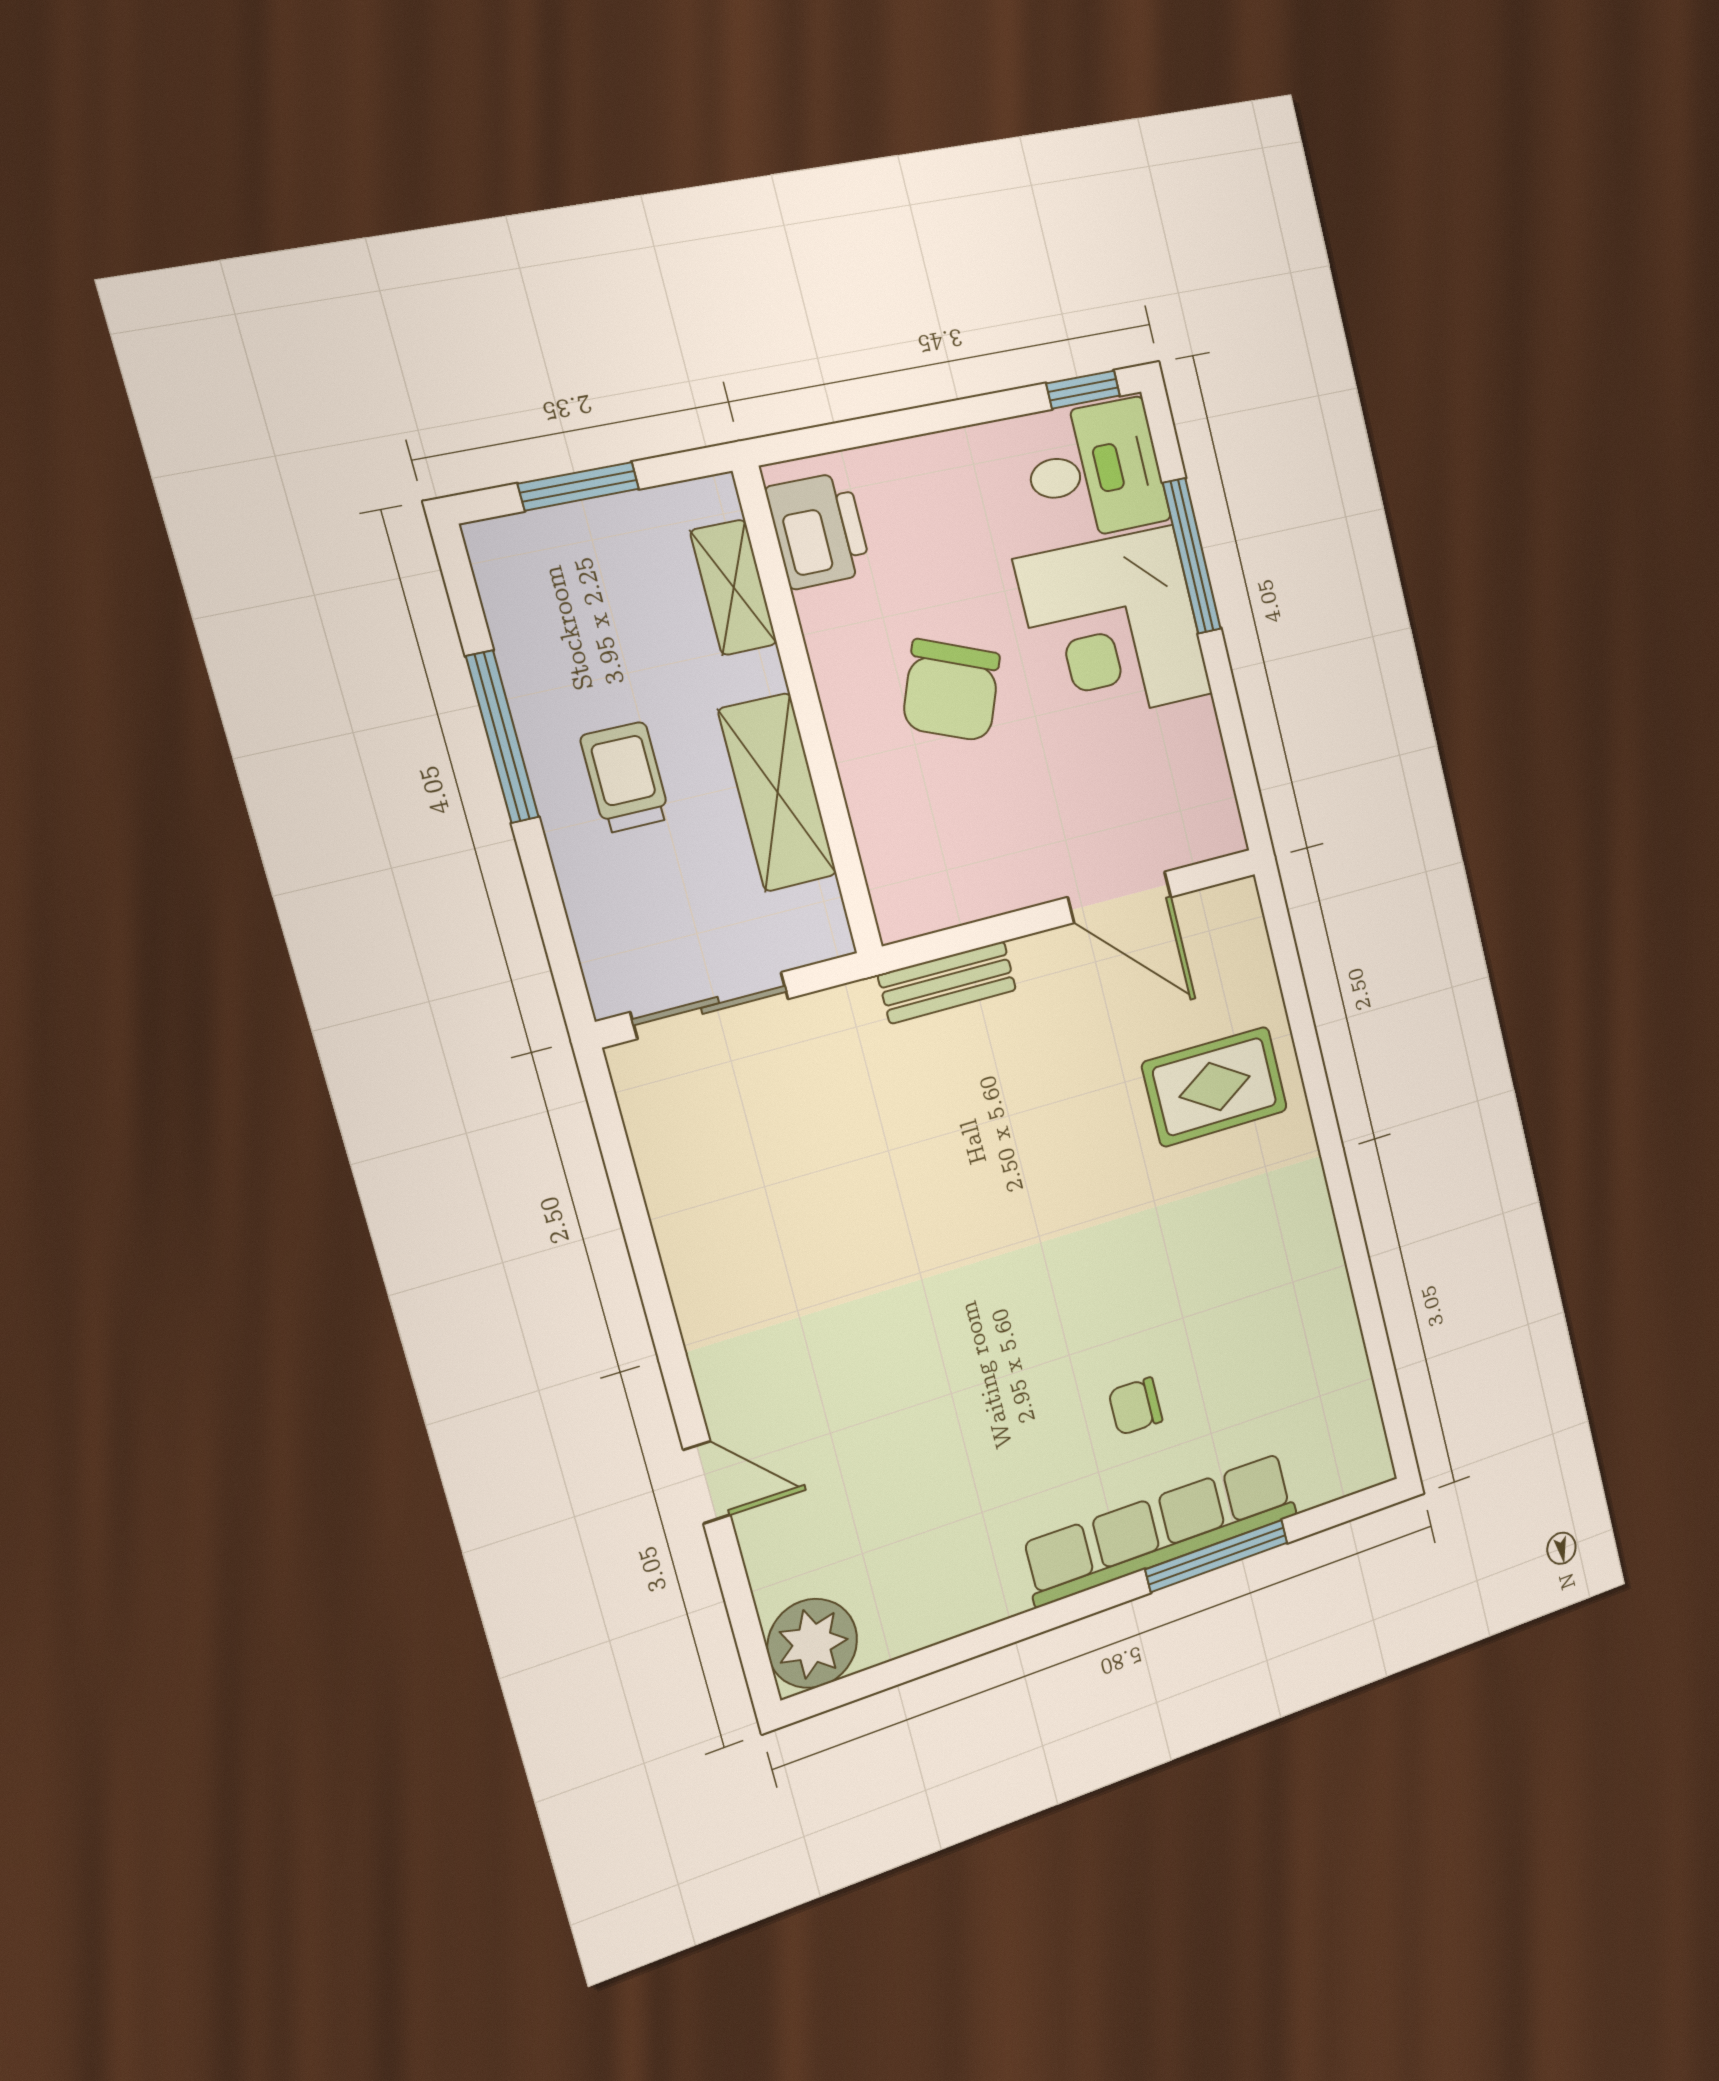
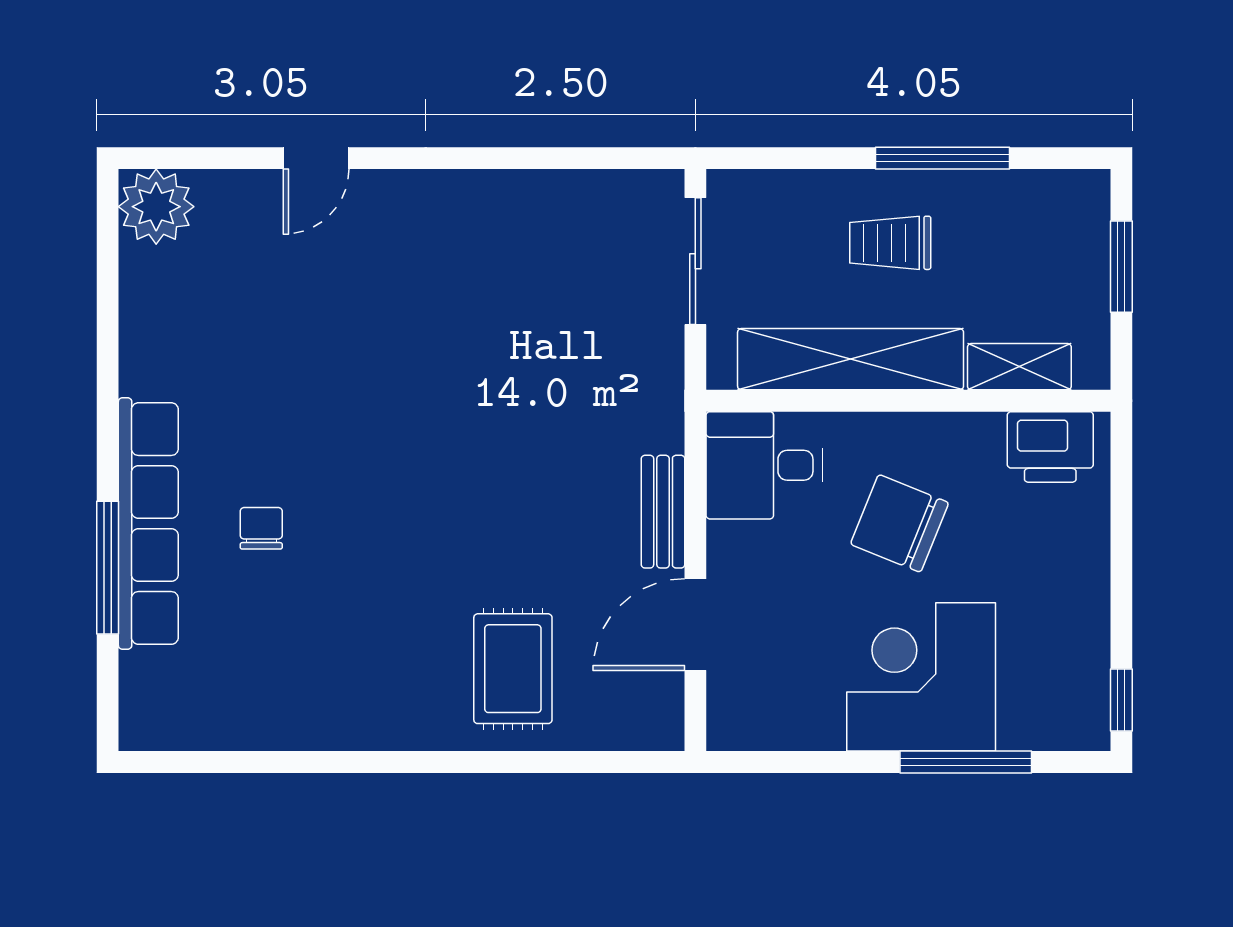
desk: (1095, 470) -> (764, 465), moved, turned 90
trolley: (625, 777) -> (890, 243), turned 180
shelving: (777, 792) -> (851, 359), width x1.47
bench: (947, 982) -> (663, 512), moved

